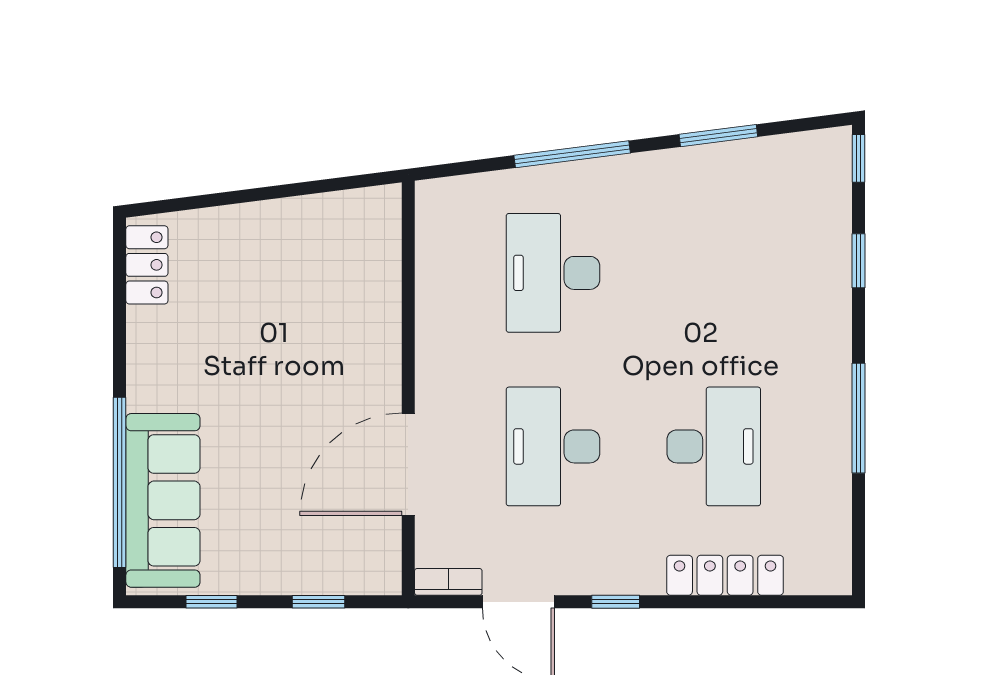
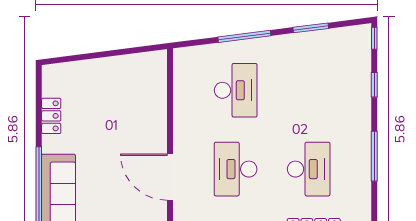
locker: (147, 265) -> (51, 116), moved
desk: (553, 273) -> (236, 90), turned 180
door: (408, 464) -> (170, 177), hinge flipped

